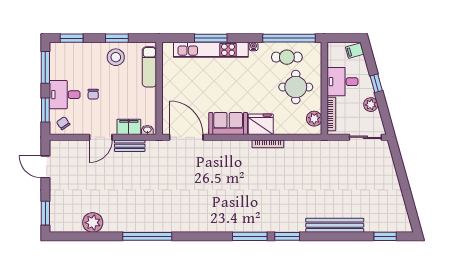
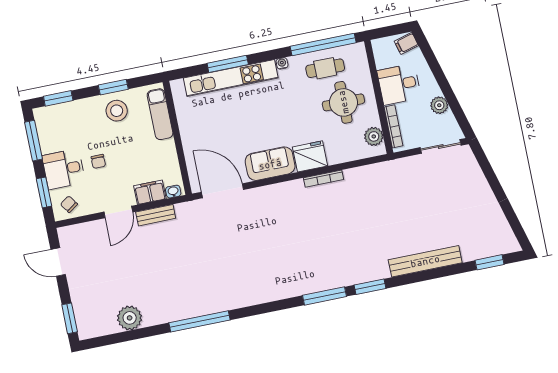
window: (376, 83) -> (441, 78), removed

